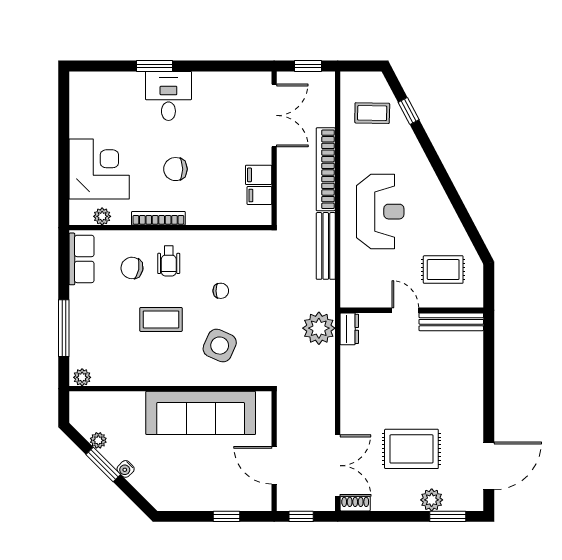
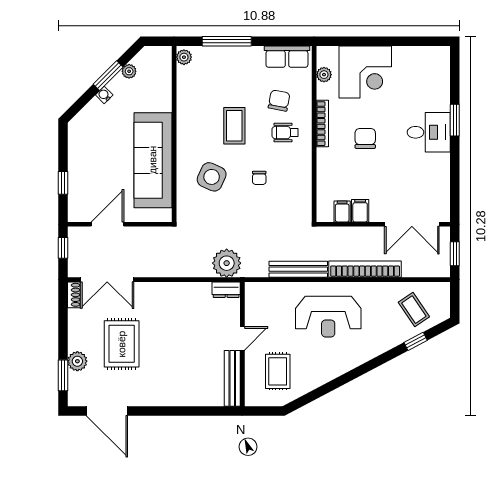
coffee table: (372, 113) -> (414, 310), turned -35

